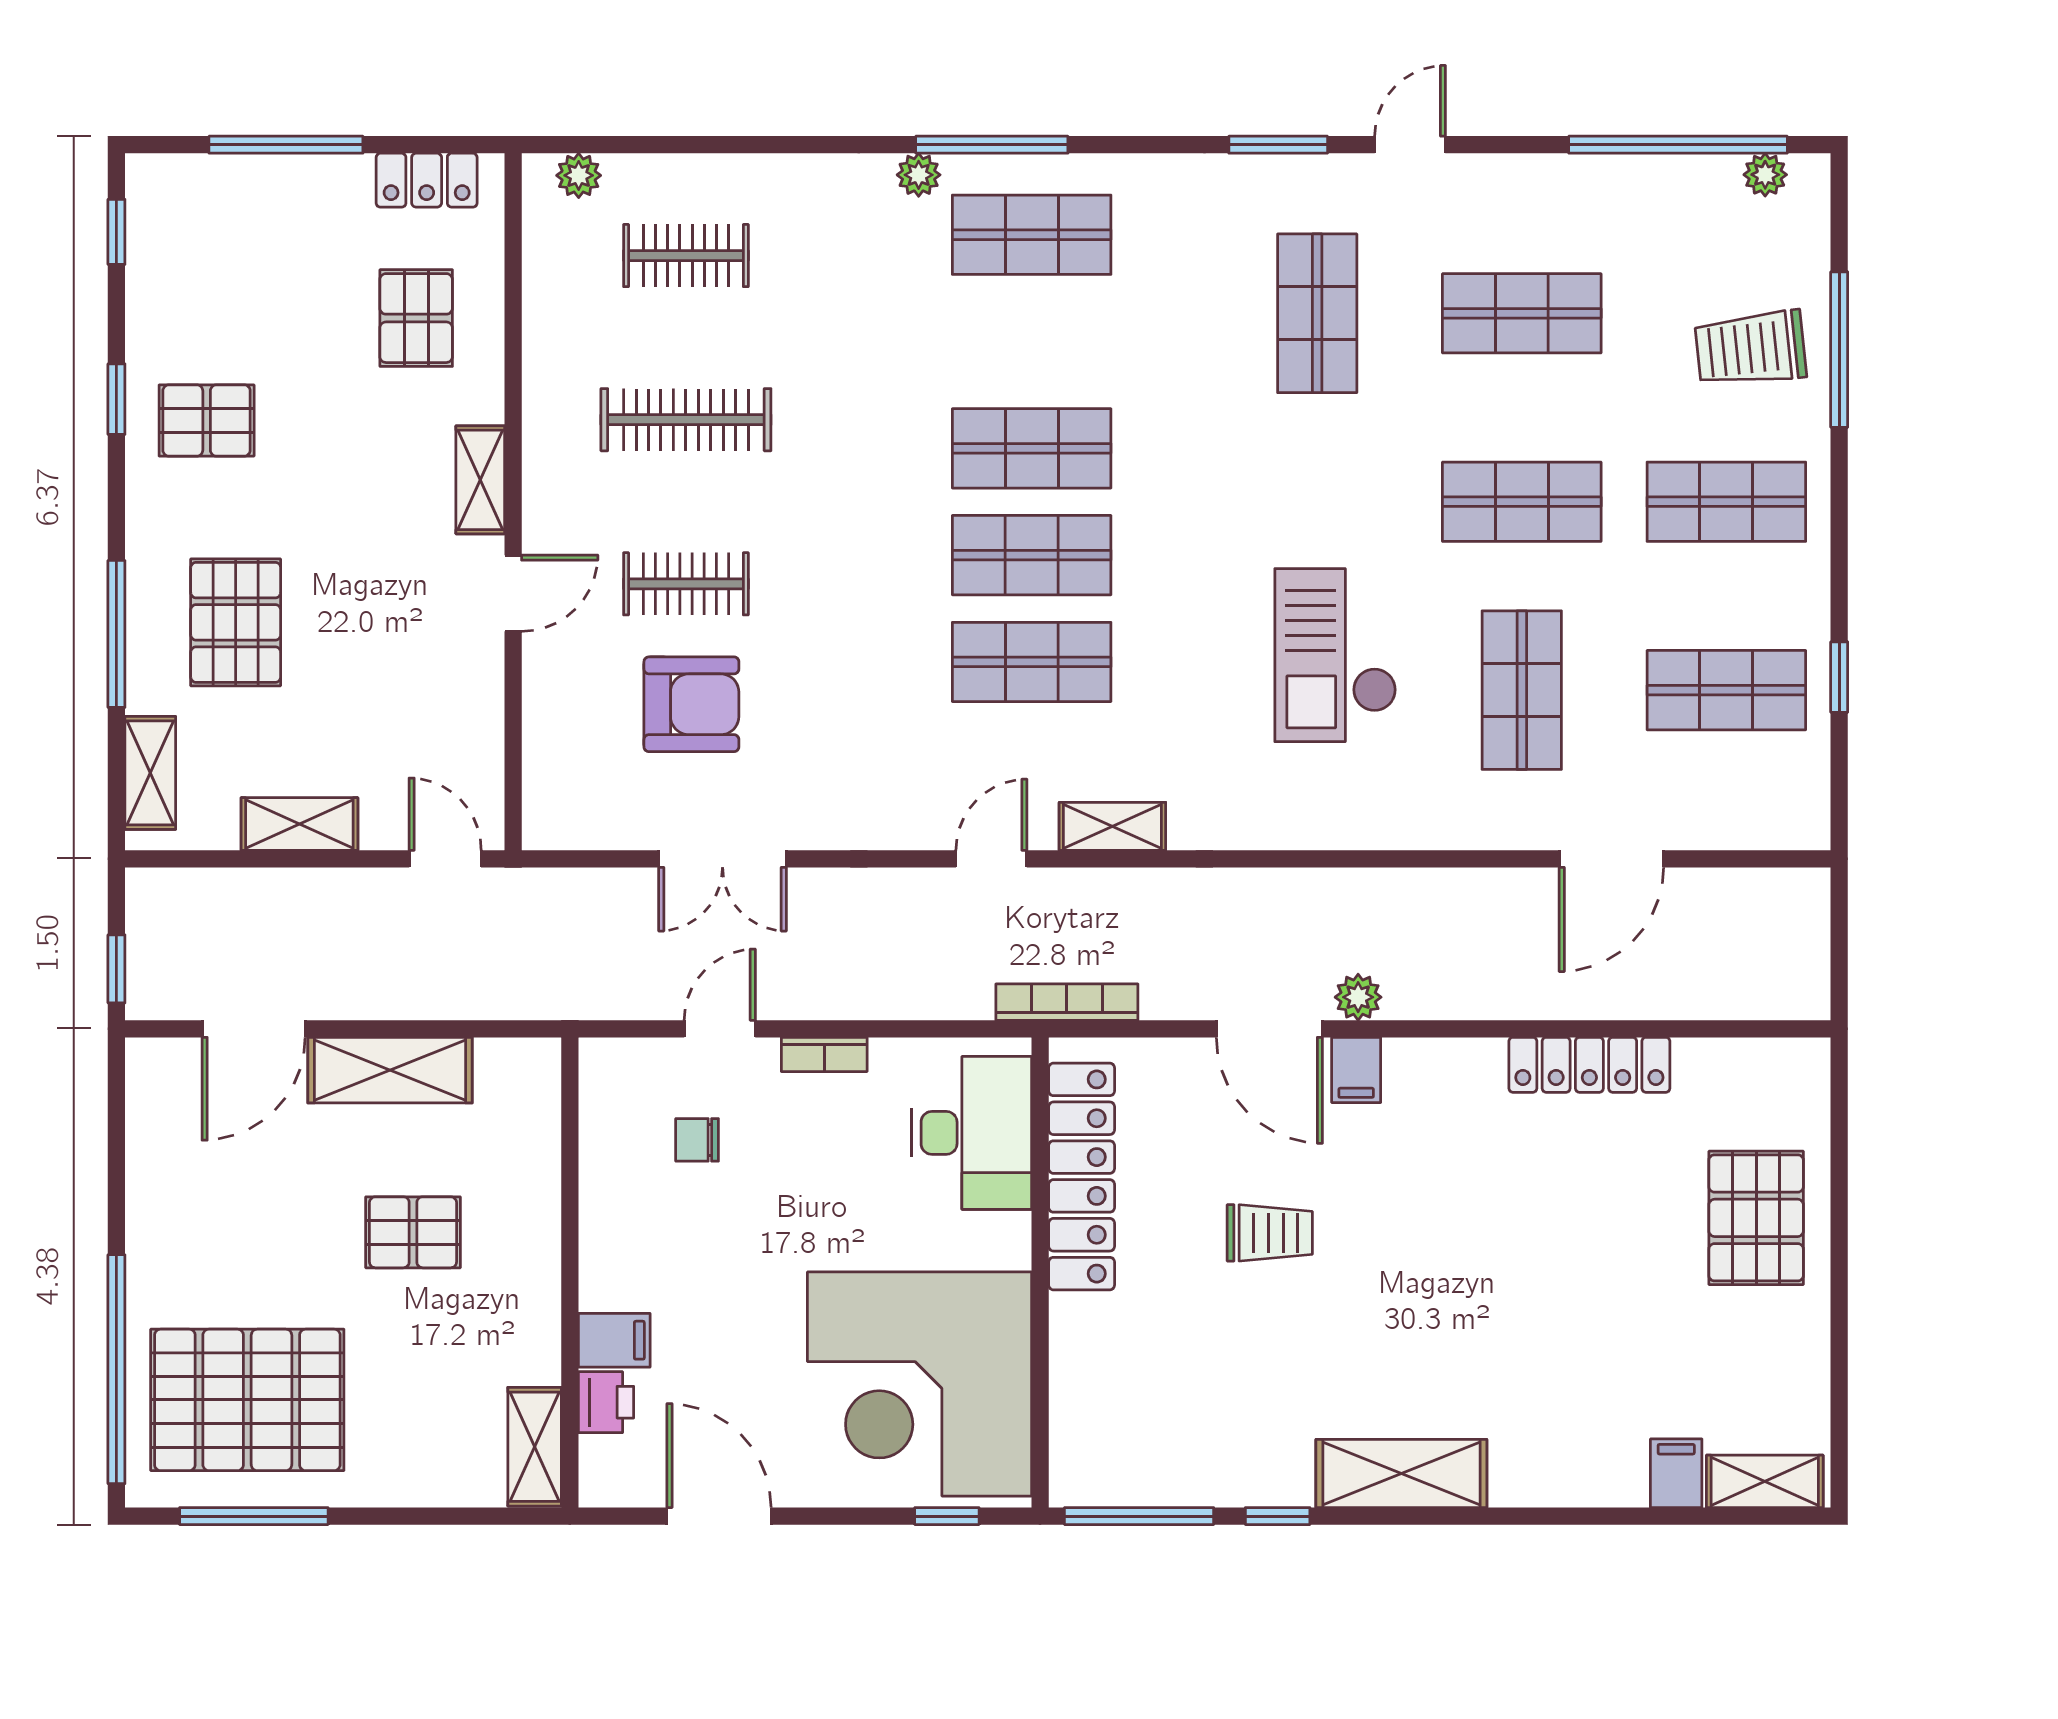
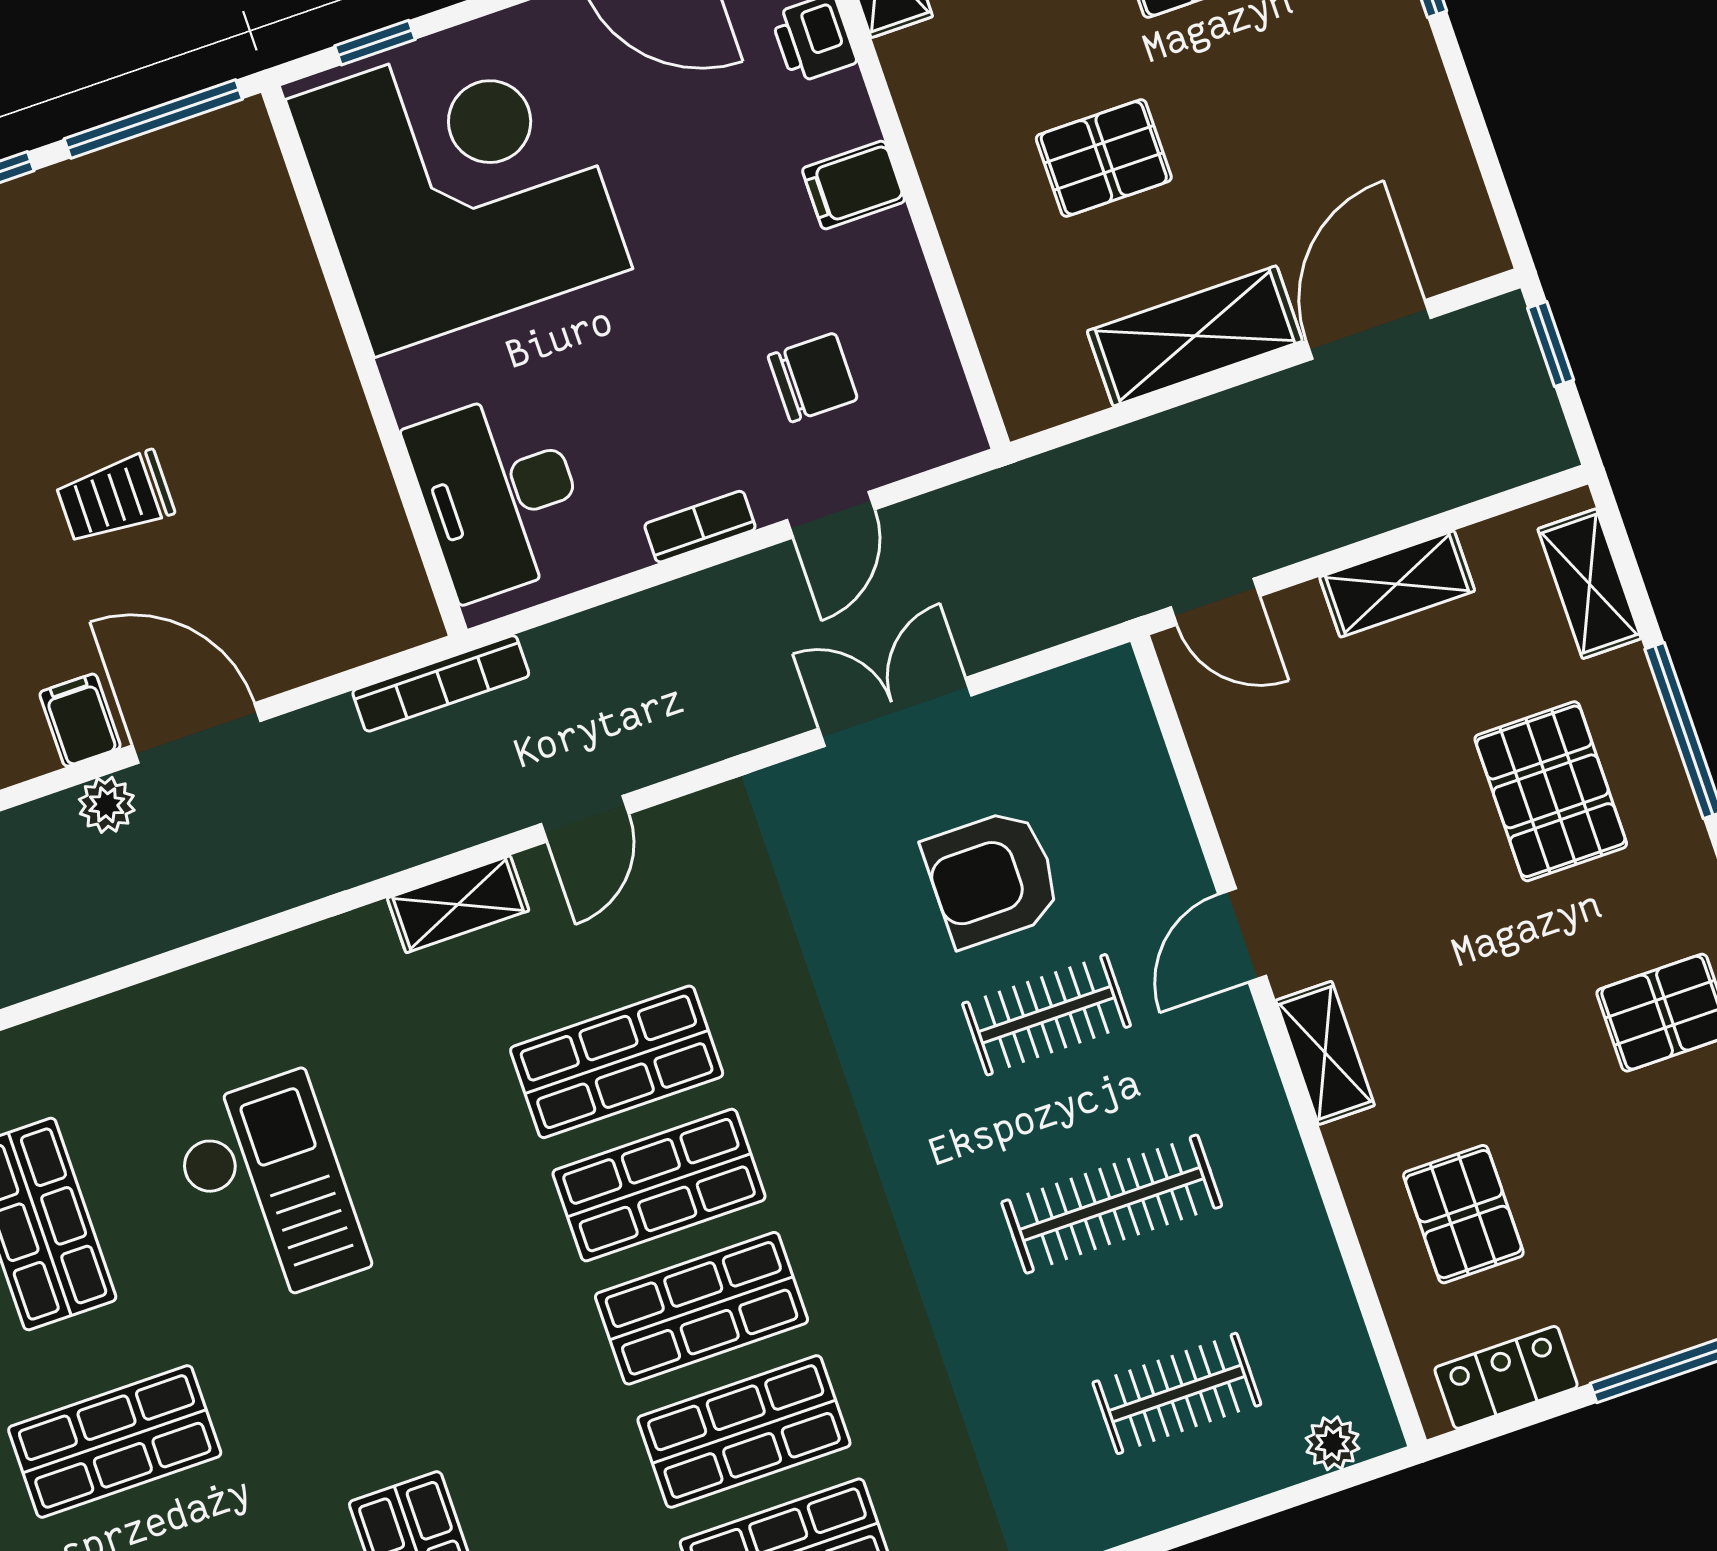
shop shelf: (1032, 342) -> (744, 1432), added
chair: (697, 1140) -> (813, 377), width x1.37, depth x1.37
locker: (1082, 1176) -> (355, 488), removed
filing cabinet: (614, 1340) -> (853, 185), moved

